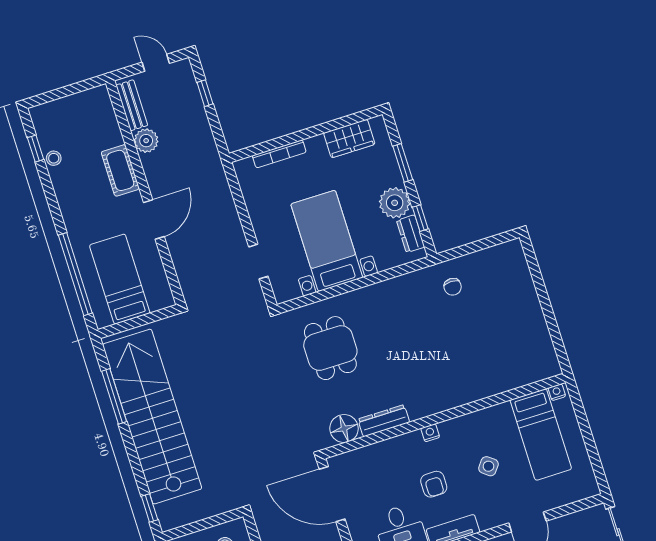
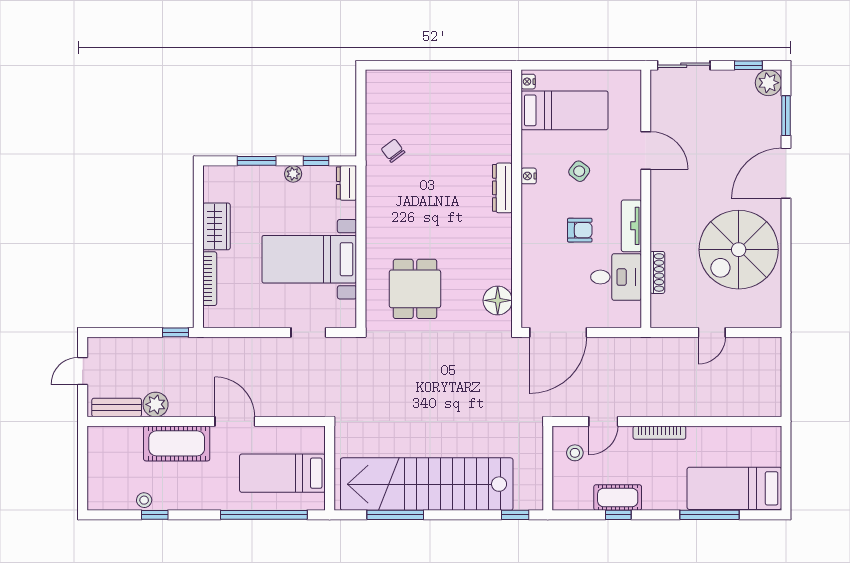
window: (205, 93) -> (175, 332), moved
wardrobe: (349, 139) -> (216, 226), moved
window: (36, 149) -> (155, 515), moved
cot: (120, 170) -> (177, 443), width x1.37, depth x1.34
plant: (395, 203) -> (293, 174), width x0.53, depth x0.53
dresser: (411, 234) -> (346, 183), moved, turned 90
chair: (453, 287) -> (393, 151), turned -127
dining table: (330, 348) -> (415, 289), turned 90
dresser: (384, 421) -> (502, 188), moved
nightstand: (430, 433) -> (529, 176), moved

